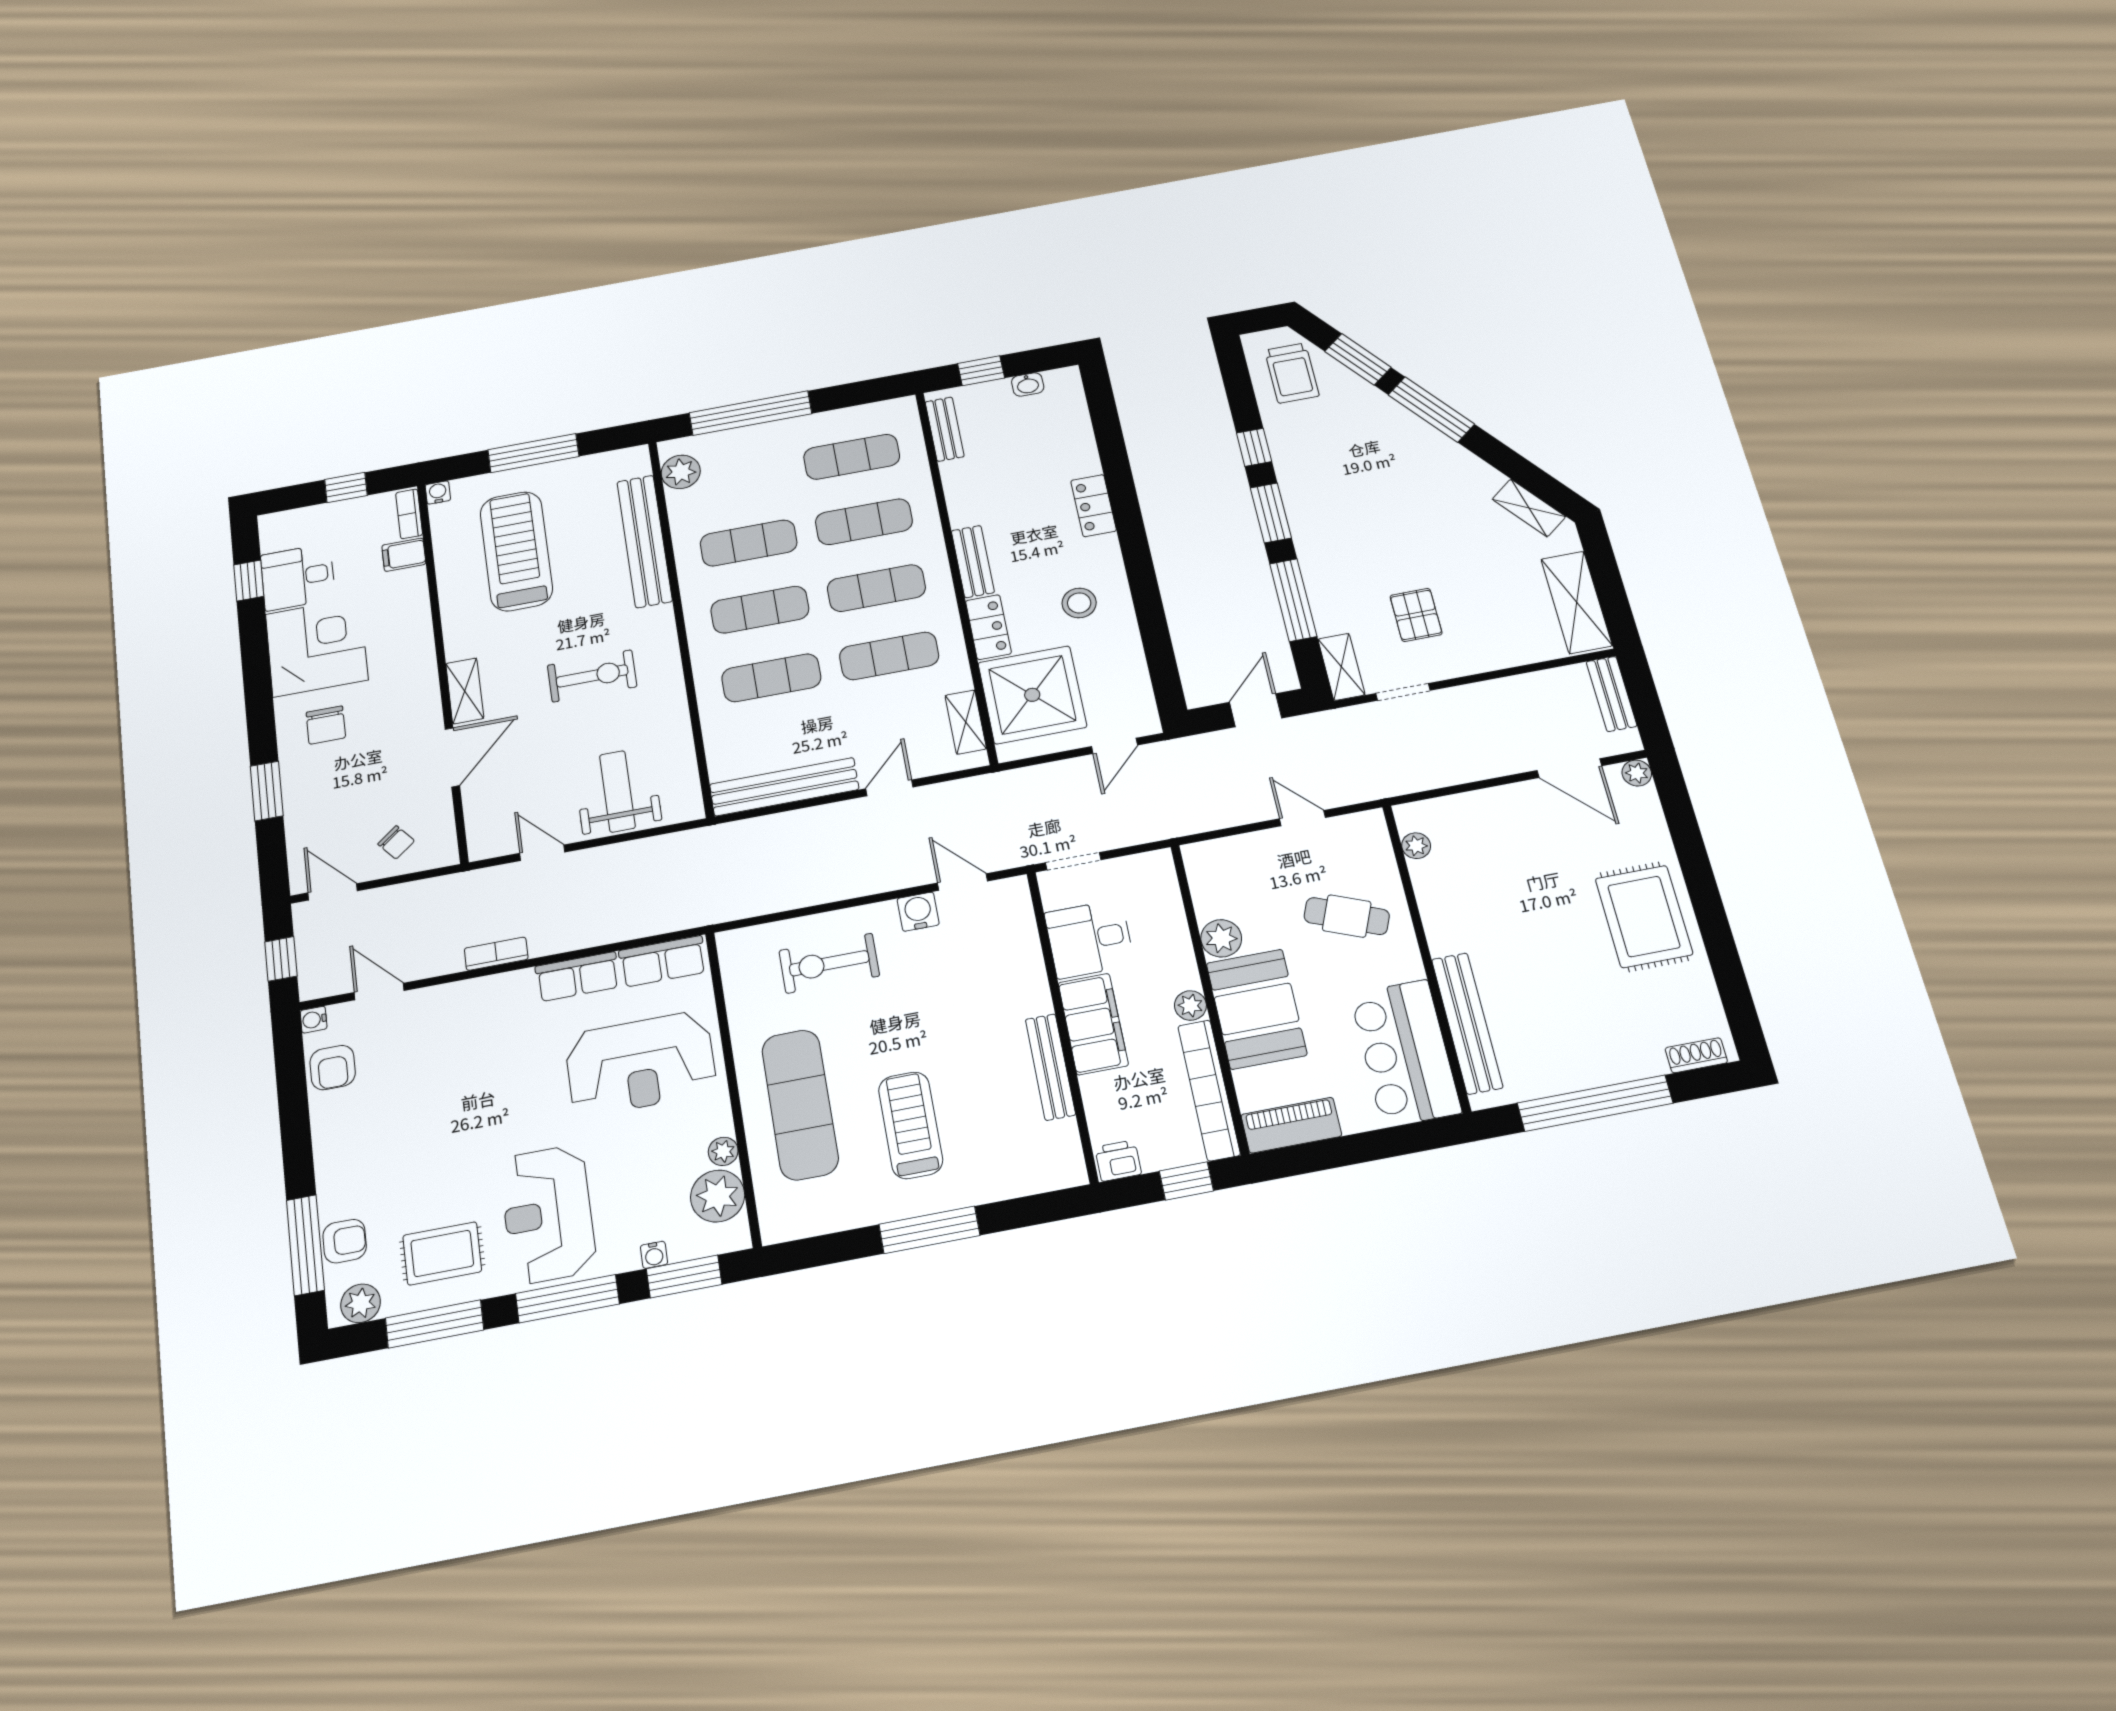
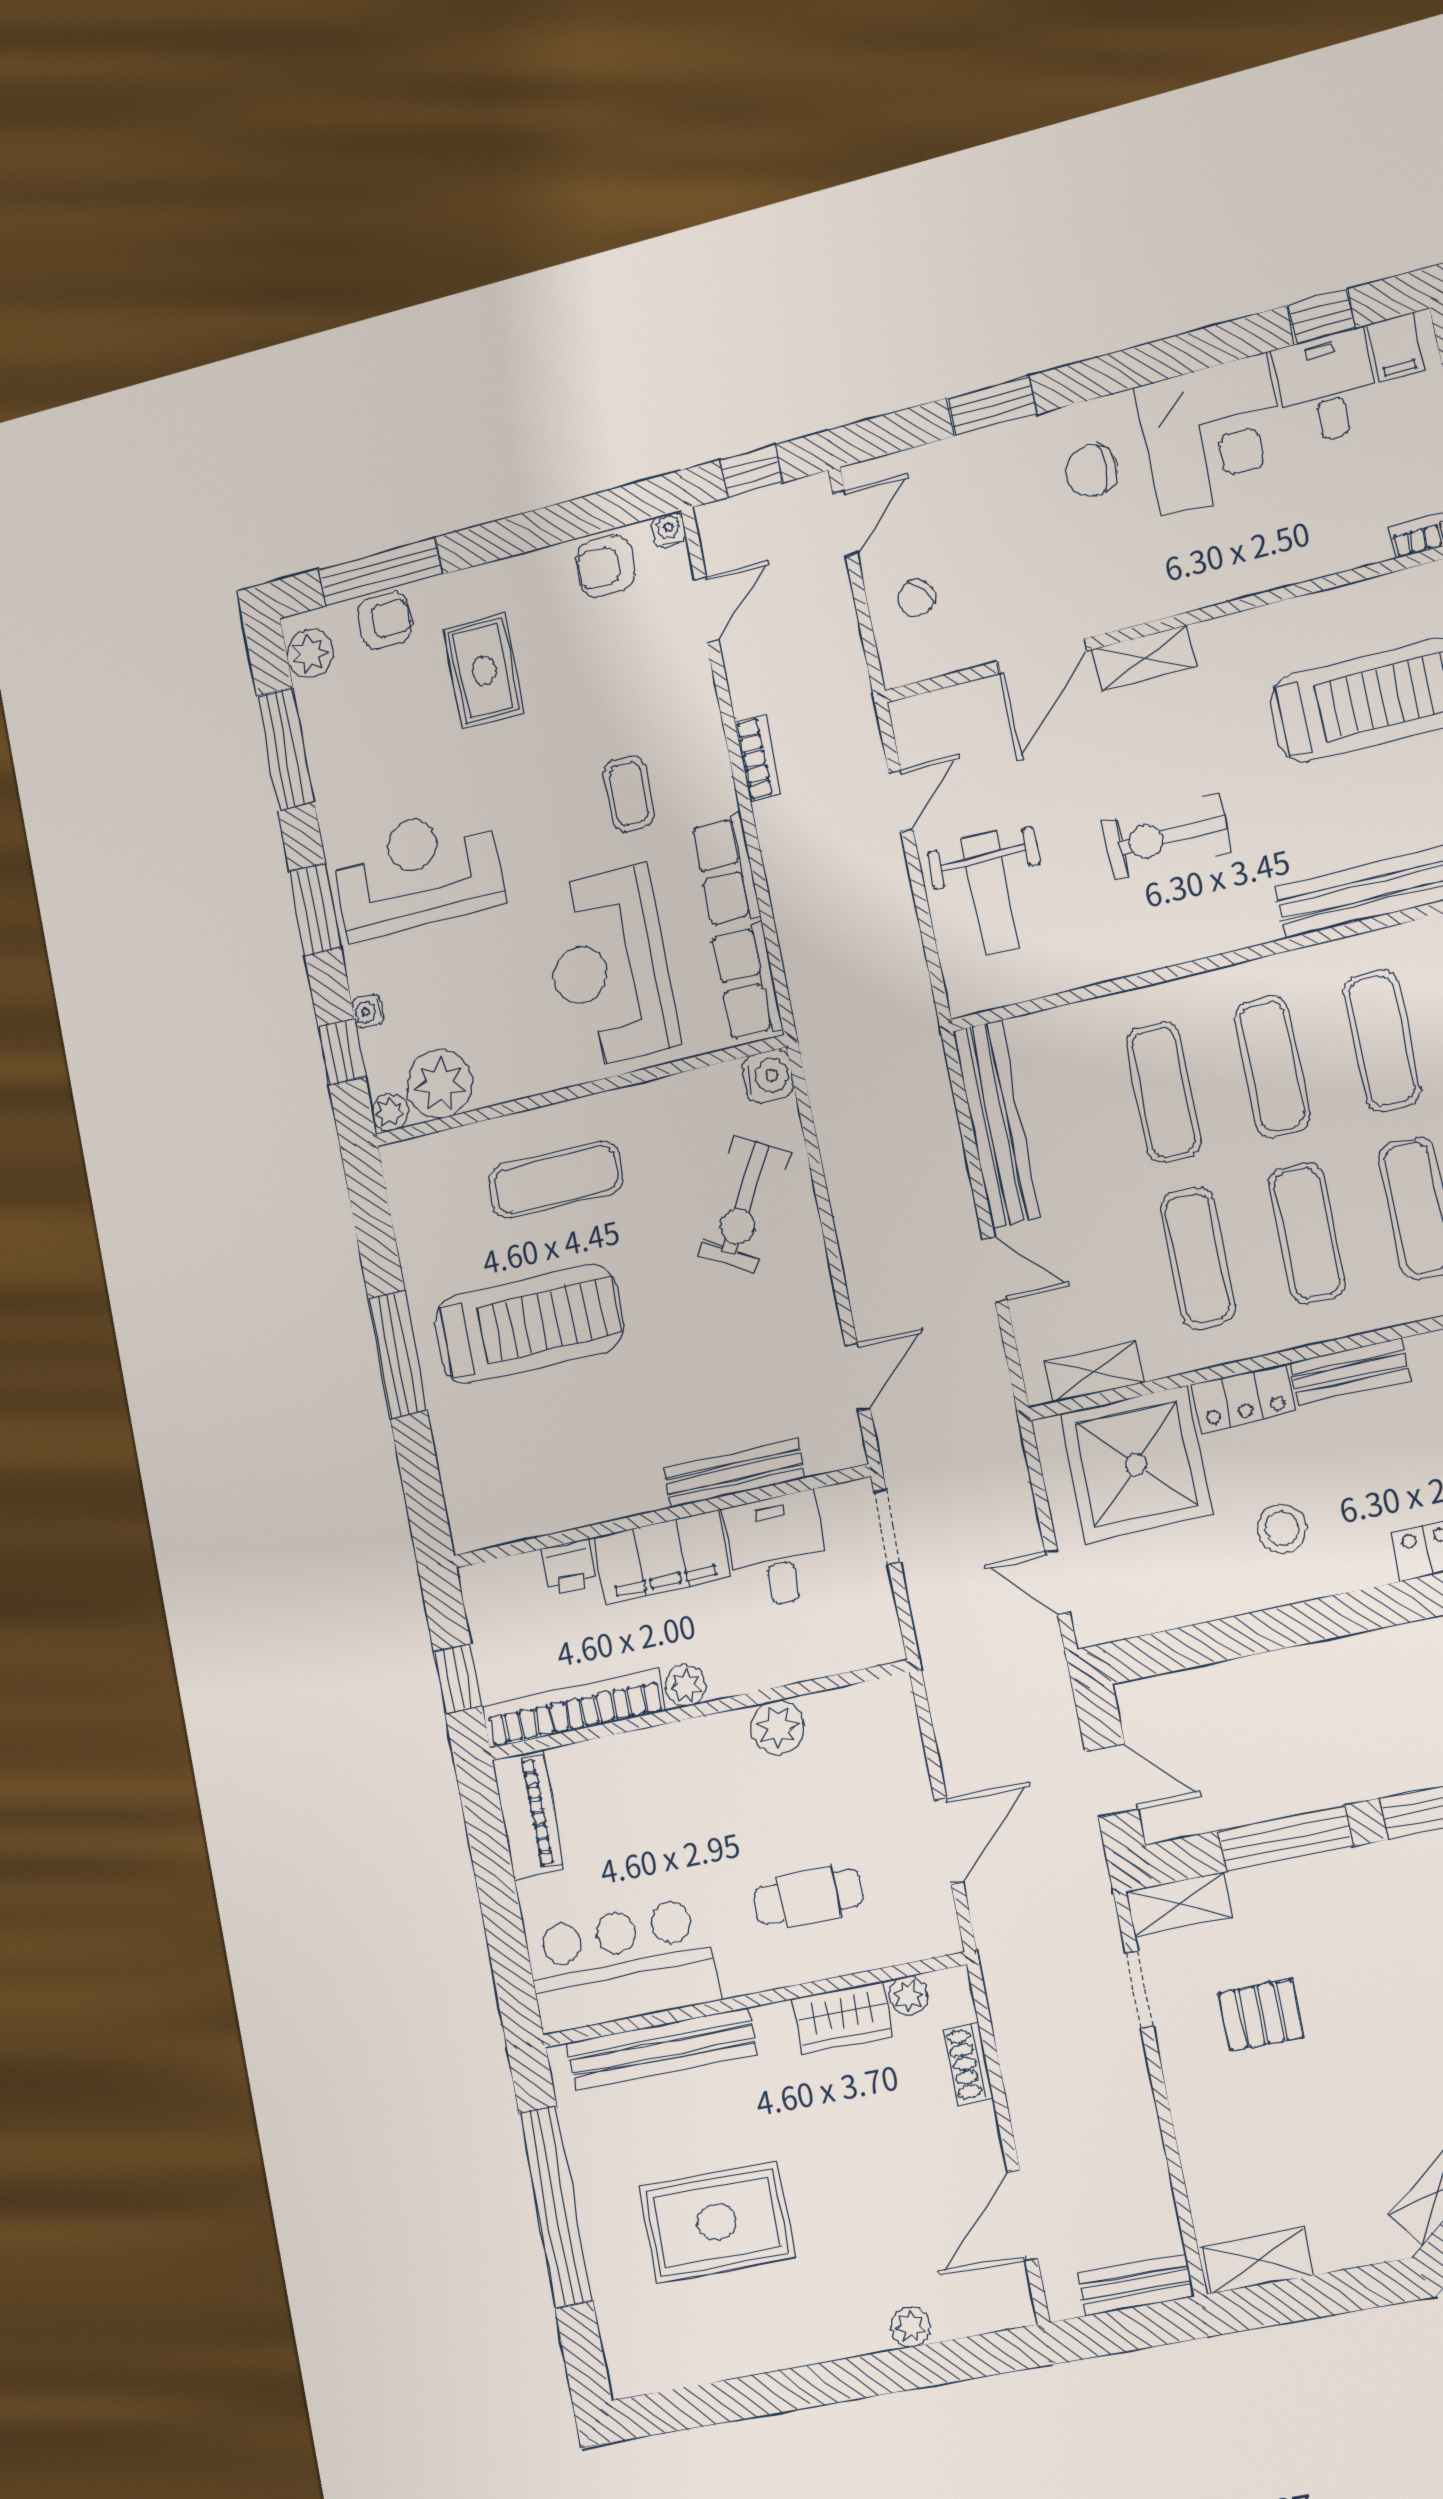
filing cabinet: (404, 555) -> (1395, 348), moved, turned 180
shelving: (1577, 602) -> (1257, 2261), width x0.67, depth x0.75
exercise bike: (592, 676) -> (1167, 837), turned 90
door: (452, 757) -> (1042, 656), hinge flipped
plant: (1637, 773) -> (910, 2327), moved
weight bench: (617, 791) -> (991, 893), turned 90
door: (1302, 818) -> (949, 1841), width x1.38
wardrobe: (1435, 892) -> (842, 2017), added
water cooler: (918, 912) -> (768, 1076), moved
cafe table: (1347, 916) -> (808, 1897), turned 68
rug: (1644, 916) -> (717, 2222), moved
exercise bike: (829, 963) -> (744, 1204), turned -151
booth: (1257, 1009) -> (681, 1773), removed
coffee table: (509, 1049) -> (629, 794), added
shoe rack: (1696, 1055) -> (968, 2063), moved, turned 180
bench: (1050, 1067) -> (734, 1473), moved
exercise mat: (800, 1105) -> (556, 1180), width x0.73, depth x0.69
treadmill: (911, 1125) -> (529, 1324), width x1.37, depth x1.38
plant: (723, 1151) -> (390, 1112), moved
printer: (1118, 1161) -> (569, 1567), moved, turned 90
armchair: (345, 1241) -> (385, 620), turned -90
rug: (442, 1253) -> (484, 671), moved
window: (684, 1276) -> (342, 1052), width x0.67
window: (567, 1299) -> (315, 909), width x0.69

